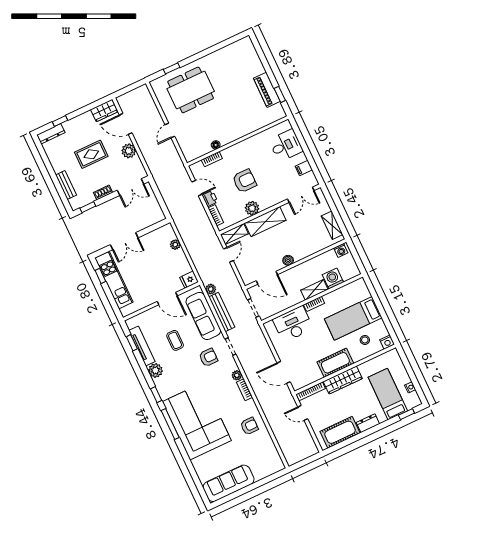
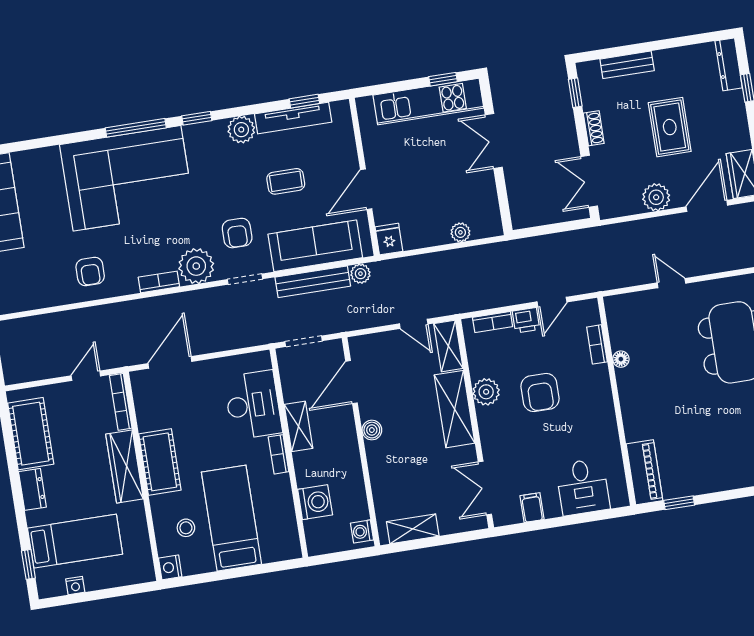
piano: (267, 90) -> (644, 472), moved, turned 90
shelving: (314, 290) -> (298, 426), moved
plant: (237, 375) -> (196, 266), width x1.88, depth x1.88

